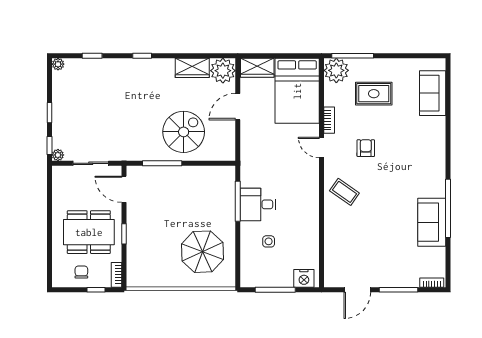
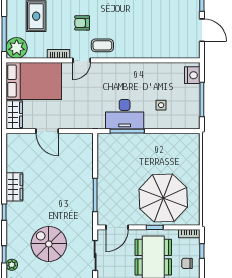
wardrobe: (192, 68) -> (14, 187), moved
plant: (223, 71) -> (12, 265), moved, width x0.53, depth x0.53
spiral stairs: (184, 132) -> (49, 244), moved
coffee table: (344, 192) -> (102, 45), moved, turned 55
desk: (258, 204) -> (125, 114), width x1.37
parasol: (202, 252) -> (163, 198), moved, width x1.36, depth x1.36

